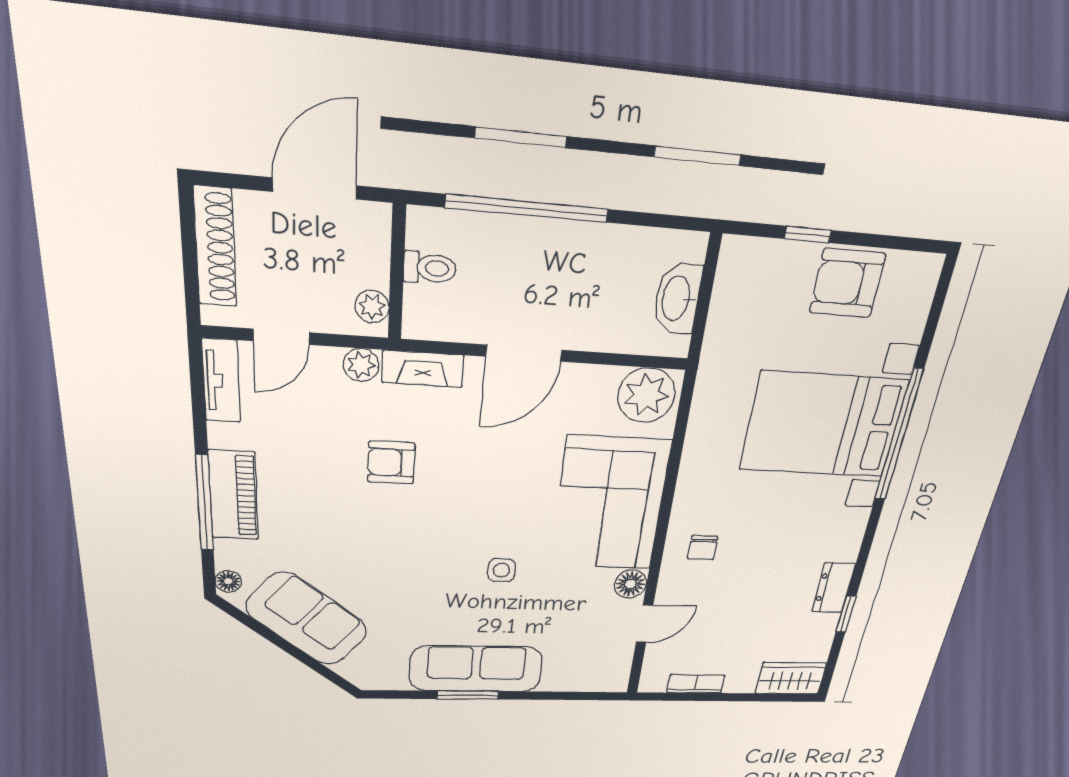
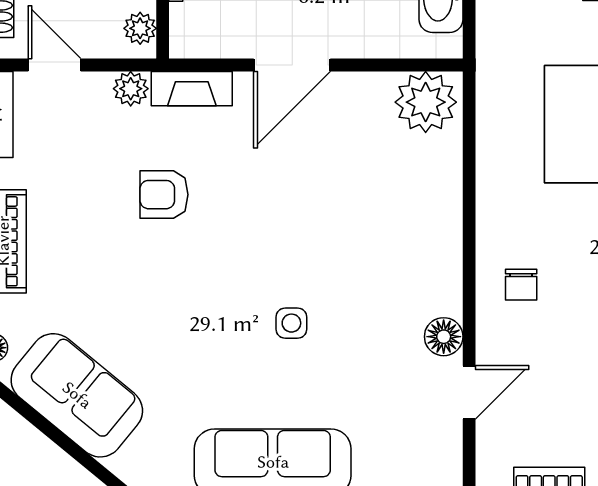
door: (281, 337) -> (54, 65), swing flipped
corner sofa: (610, 504) -> (405, 233), removed

